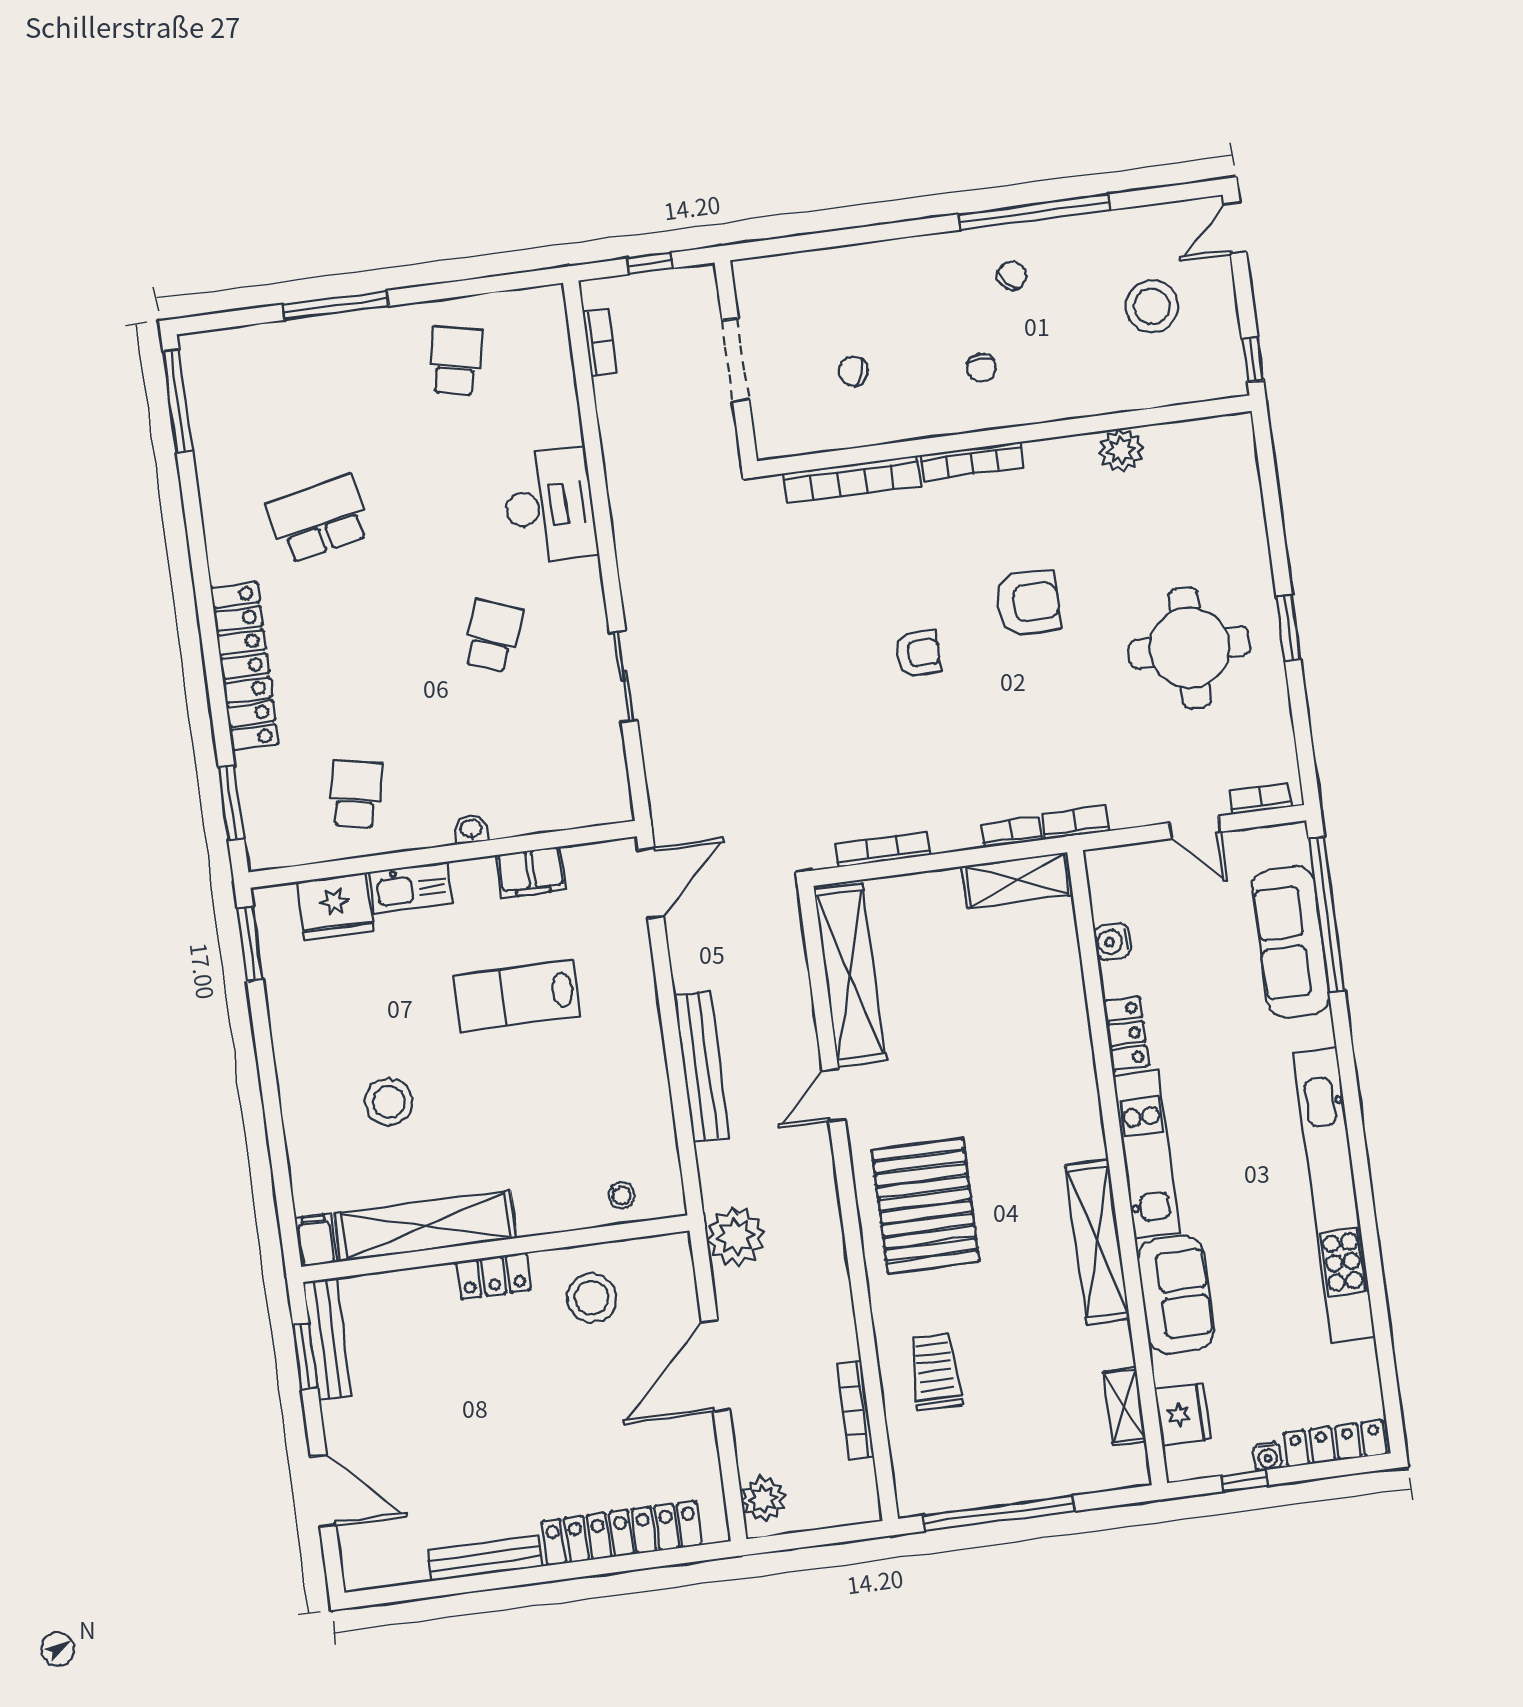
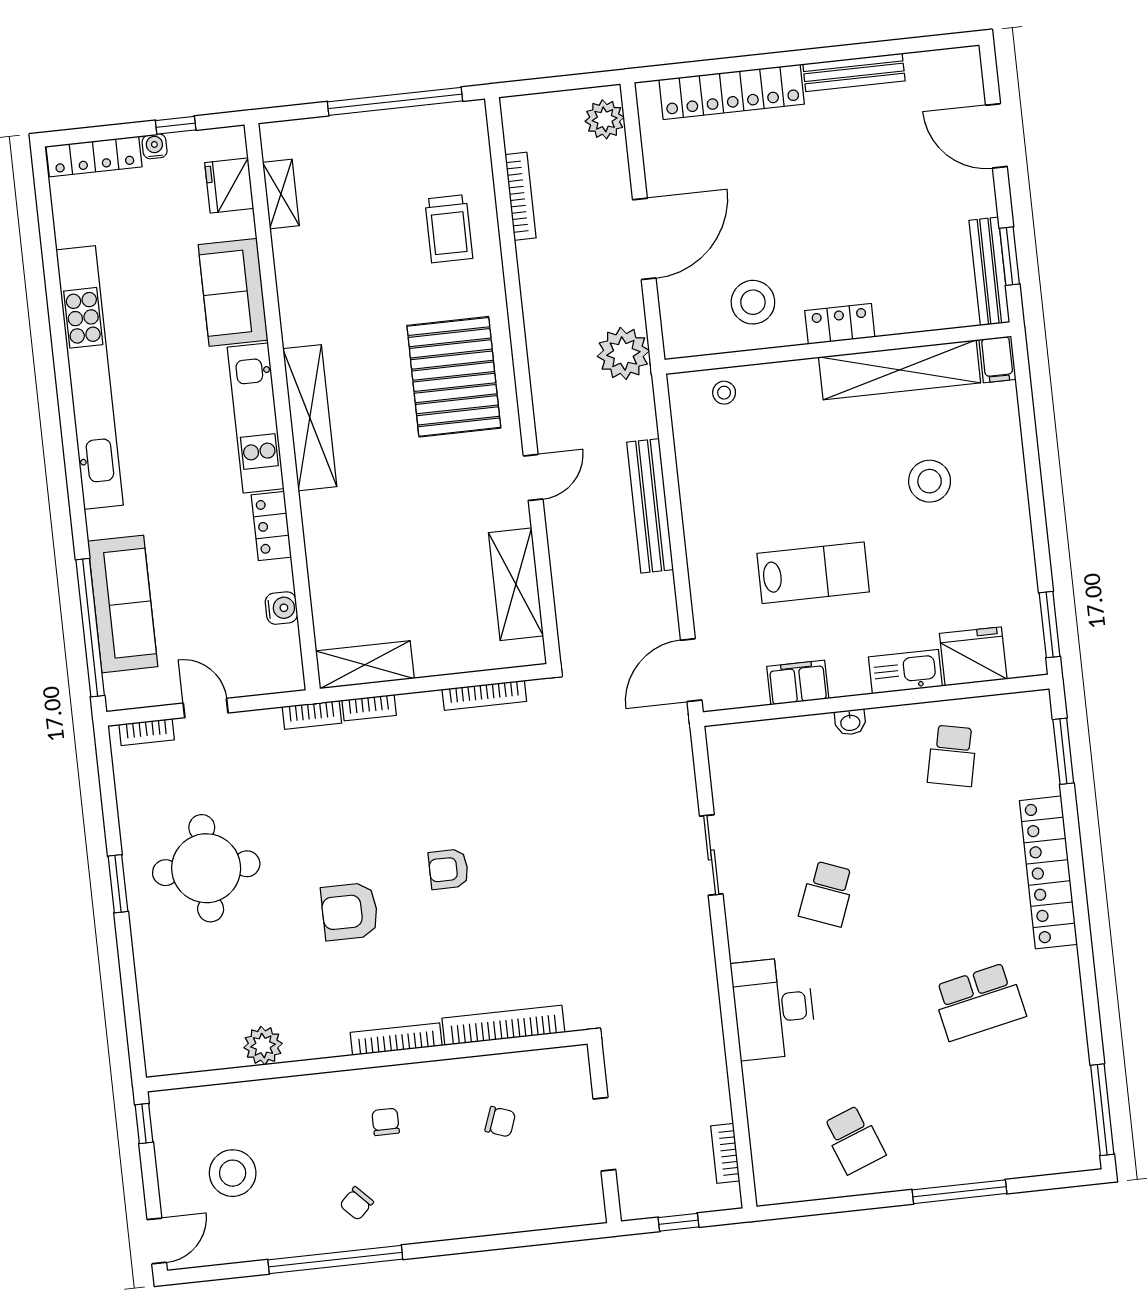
school desk: (456, 361) -> (854, 1140), turned -33
shelving: (850, 975) -> (516, 584), width x0.68
shelving: (1097, 1242) -> (310, 418), moved

